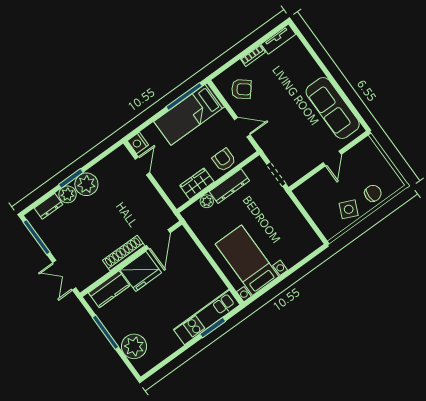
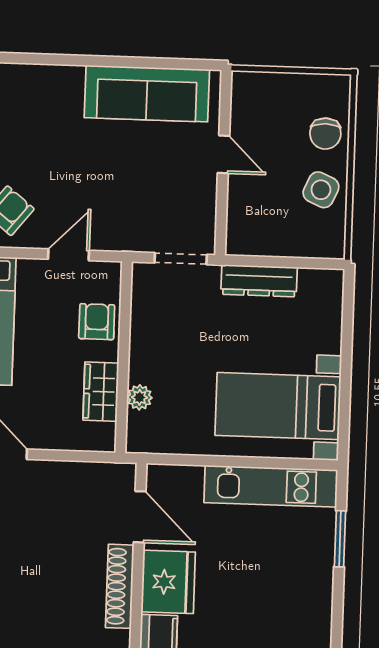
armchair: (224, 160) -> (97, 322), turned 90
dresser: (229, 186) -> (259, 281), moved, turned 90
chair: (373, 193) -> (325, 134), turned 180
kitchen unit: (207, 317) -> (271, 486), moved, turned -90

